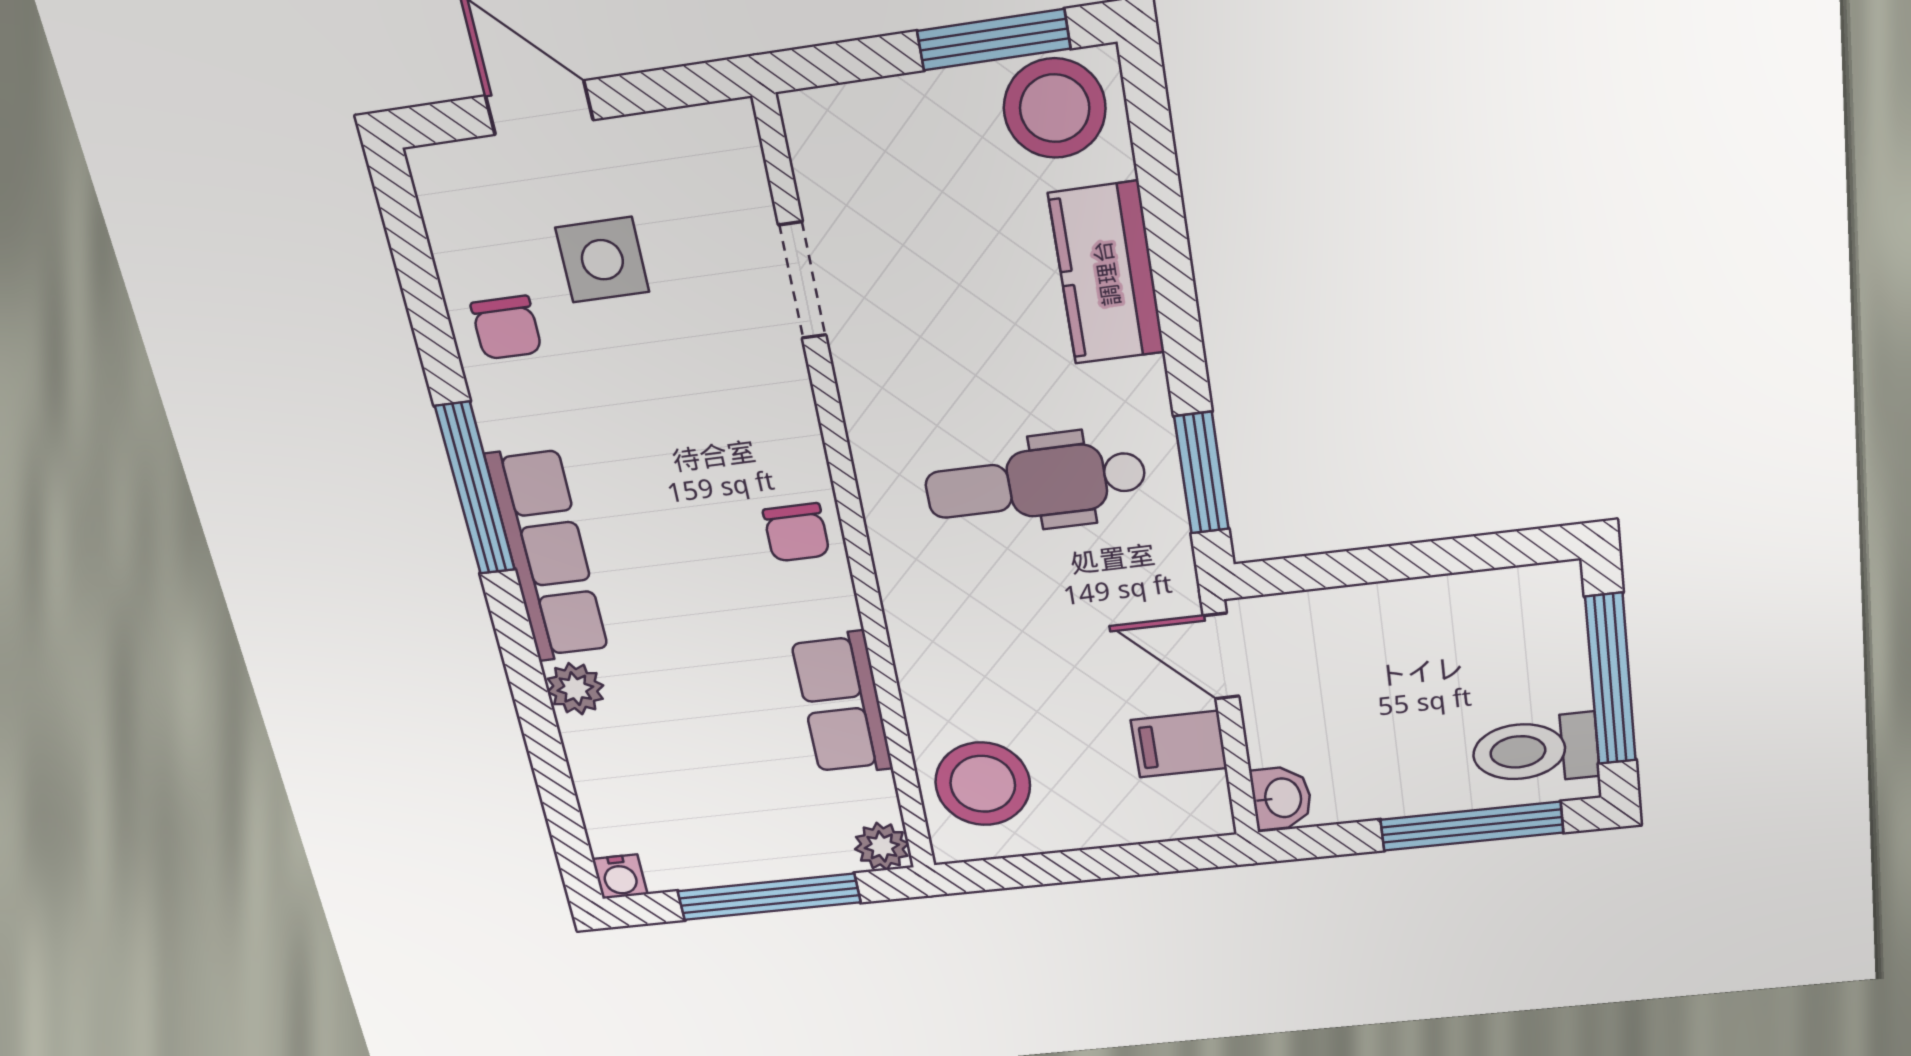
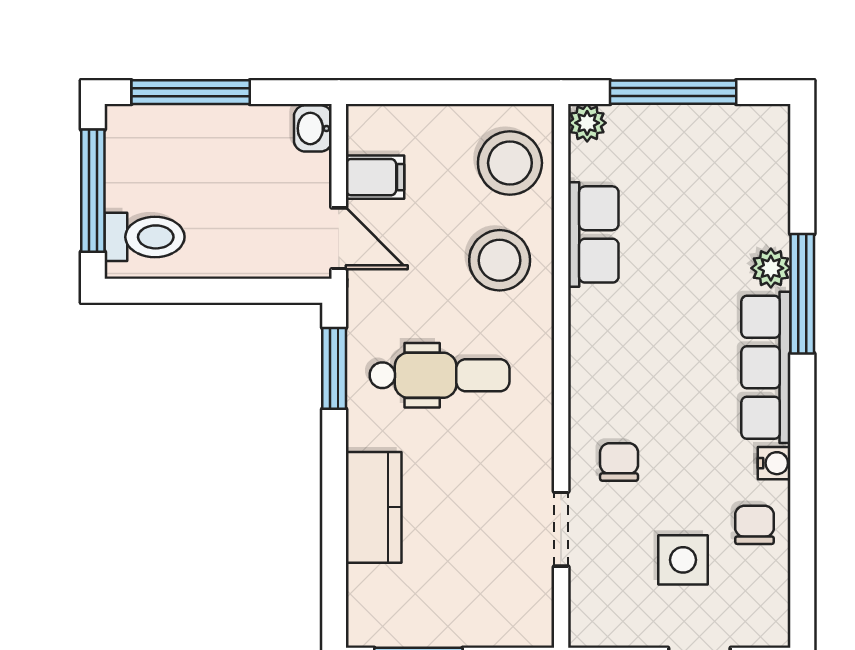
stool: (1055, 108) -> (500, 260), moved
window: (475, 489) -> (802, 294), moved
chair: (796, 532) -> (619, 462), moved
toilet: (1535, 750) -> (145, 237), moved
water cooler: (620, 877) -> (774, 463), moved, turned 90

